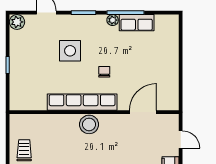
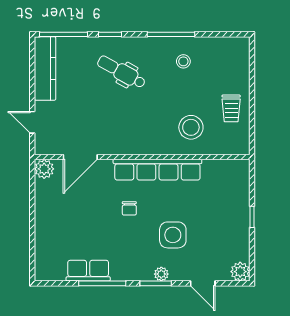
plant: (113, 20) -> (161, 274), moved
plant: (171, 103) -> (44, 169), added
stool: (89, 124) -> (191, 127), moved

